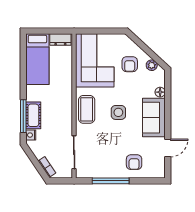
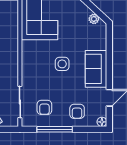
armchair: (130, 64) -> (44, 107), moved
floor lamp: (160, 92) -> (102, 122), moved
coffee table: (87, 109) -> (32, 61), removed

